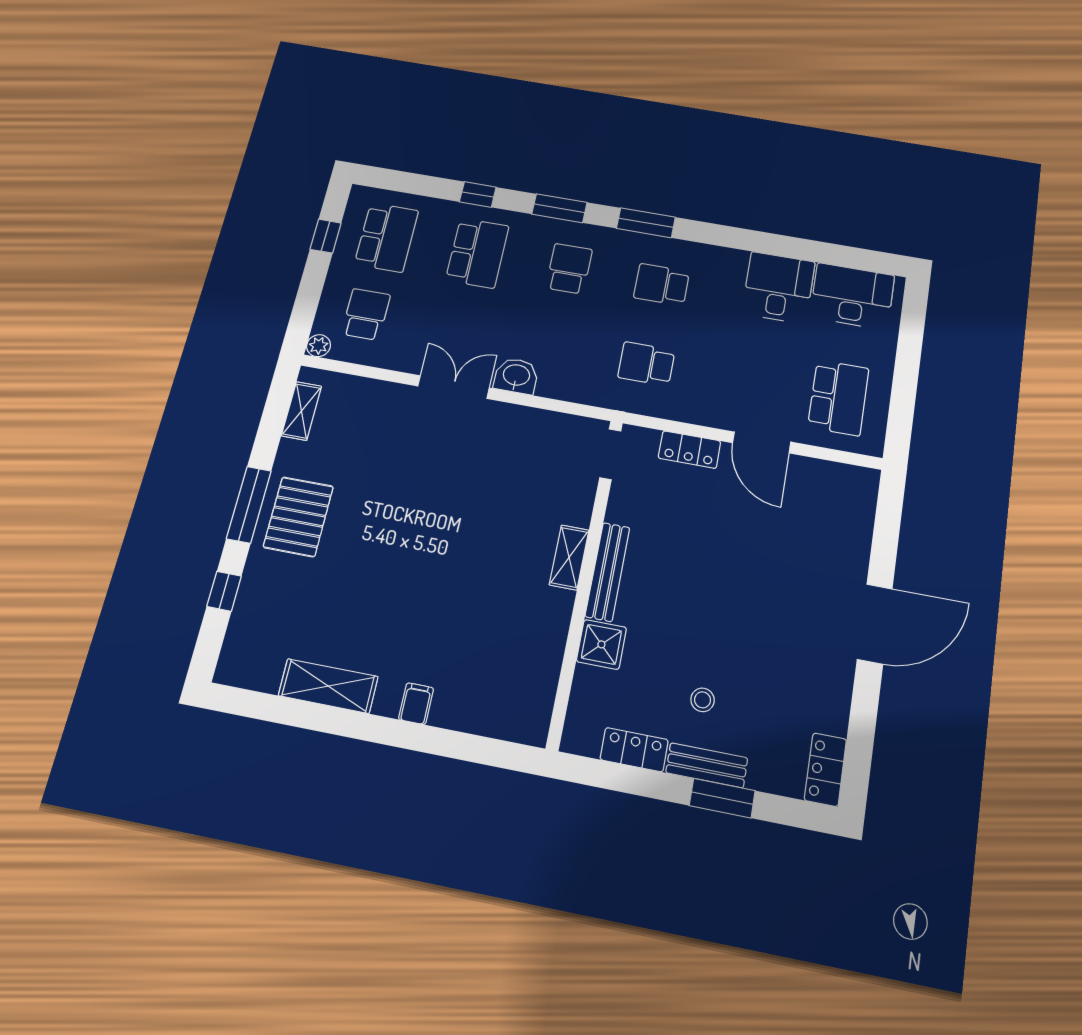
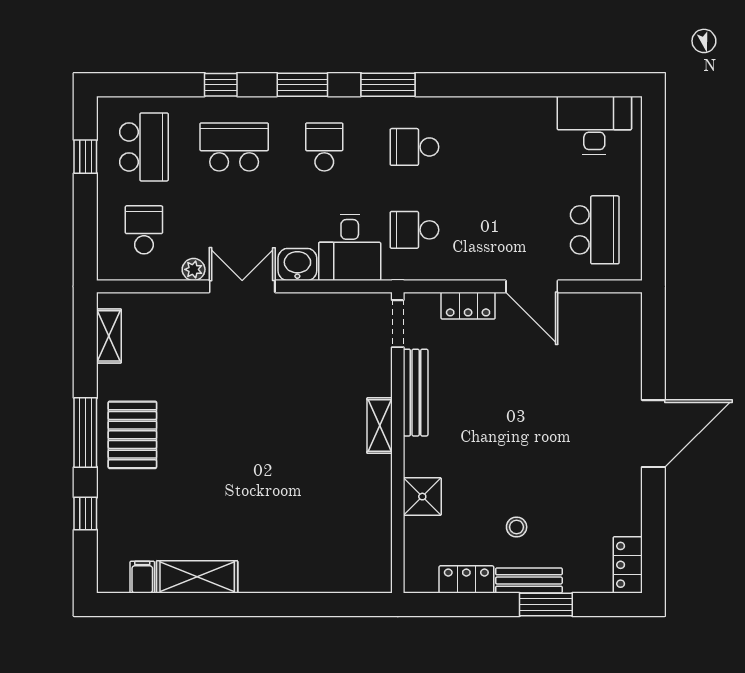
school desk: (477, 253) -> (234, 147), turned -90
desk: (778, 288) -> (350, 247), moved, turned 180
plant: (319, 346) -> (194, 269), moved
bench: (608, 572) -> (416, 393), moved
filing cabinet: (416, 704) -> (142, 577), moved

